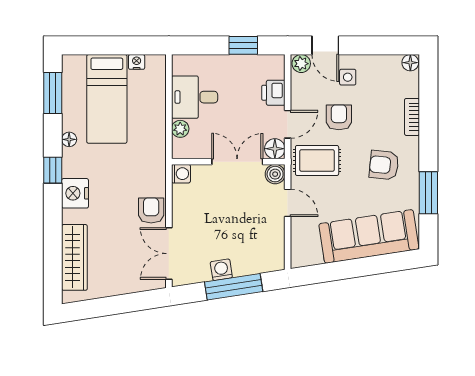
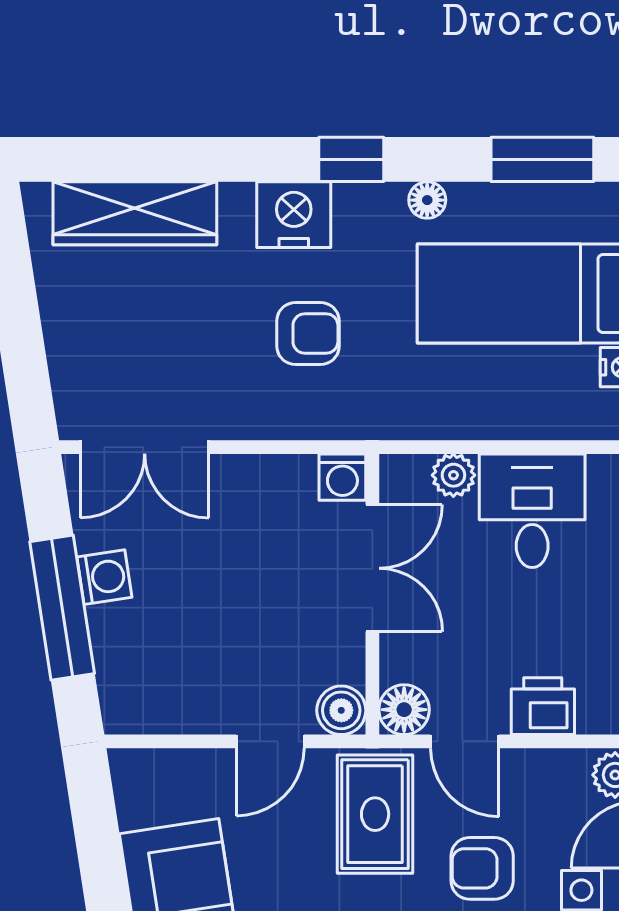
armchair: (339, 117) -> (482, 868), turned 180
double door: (237, 162) -> (372, 568), moved
armchair: (151, 210) -> (308, 334), moved
double door: (169, 254) -> (145, 447), swing flipped

